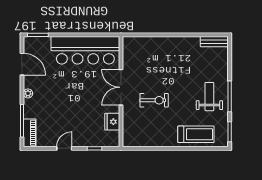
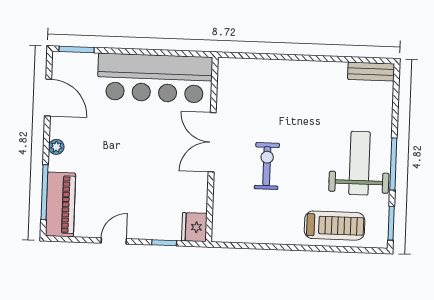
weight bench: (209, 97) -> (360, 163), width x1.36, depth x1.33
exercise bike: (154, 100) -> (267, 166), turned -90
fridge: (112, 122) -> (194, 227), moved
piano: (30, 133) -> (60, 204), width x1.37, depth x1.33

